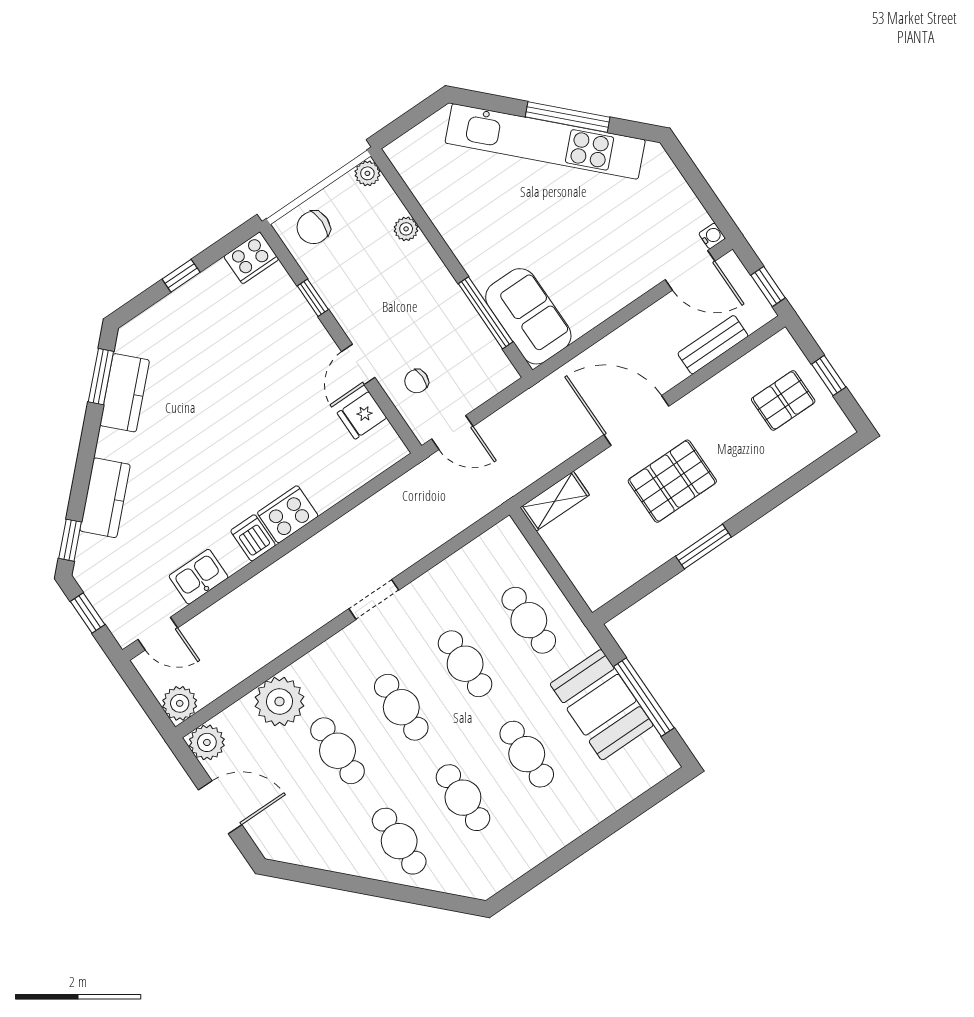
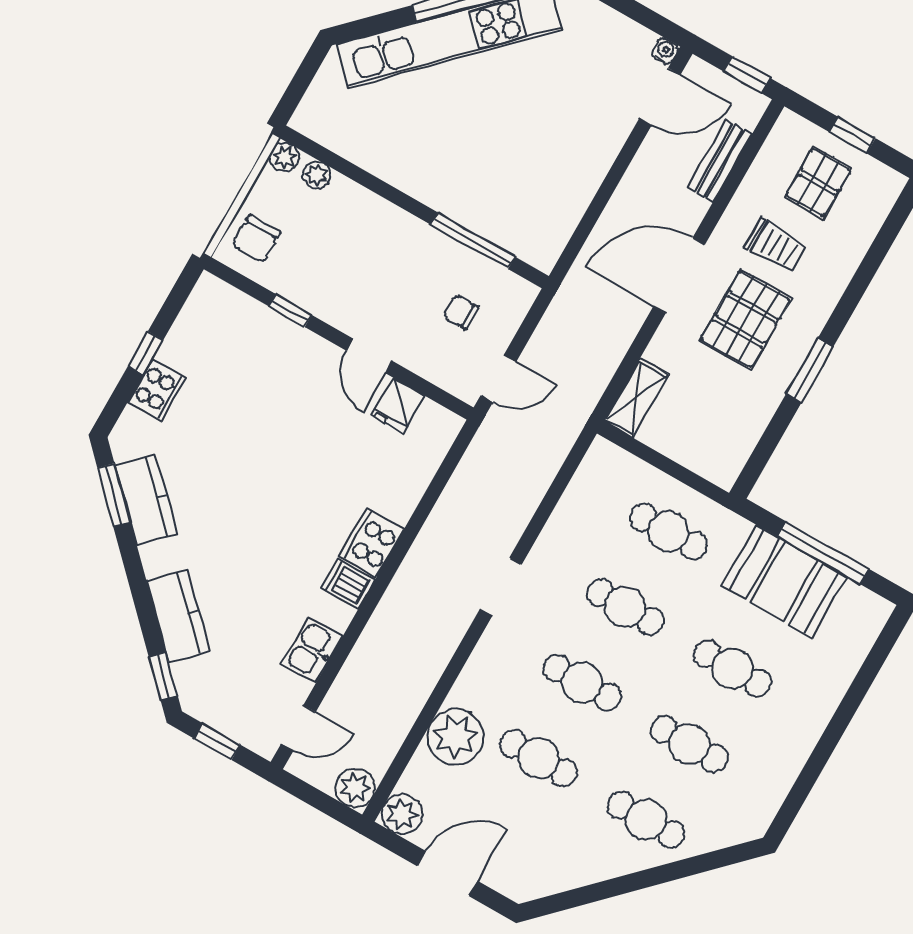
plant: (406, 229) -> (317, 175), moved
cooker: (251, 258) -> (157, 390), moved
sofa: (528, 316) -> (518, 223), removed
chair: (417, 381) -> (461, 312), moved, turned 90
trolley: (725, 434) -> (776, 245), added

